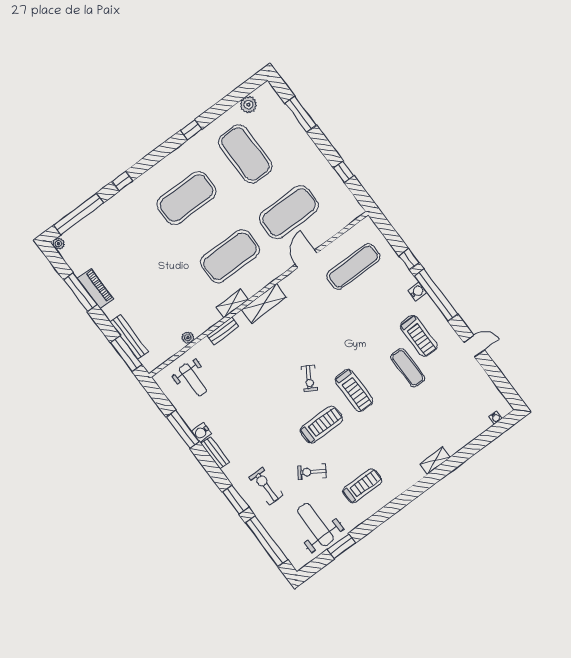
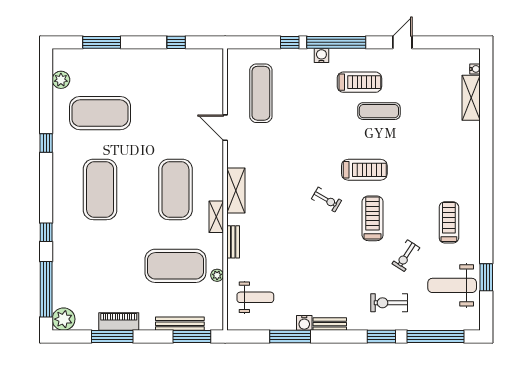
exercise mat: (289, 212) -> (175, 266), moved, turned 90
plant: (58, 244) -> (64, 319), width x1.88, depth x1.88
shelving: (435, 461) -> (471, 98), moved, width x1.50, depth x1.33

